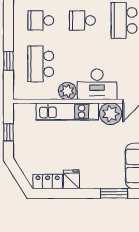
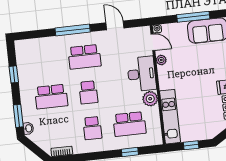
kitchen unit: (67, 112) -> (170, 117), moved
plant: (111, 114) -> (161, 60), width x0.53, depth x0.53

